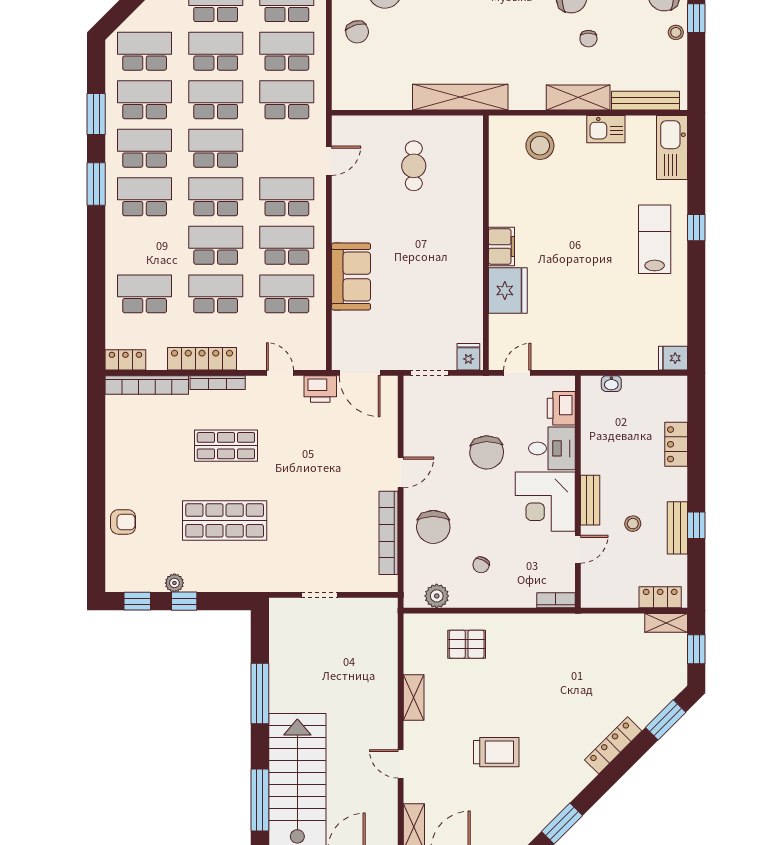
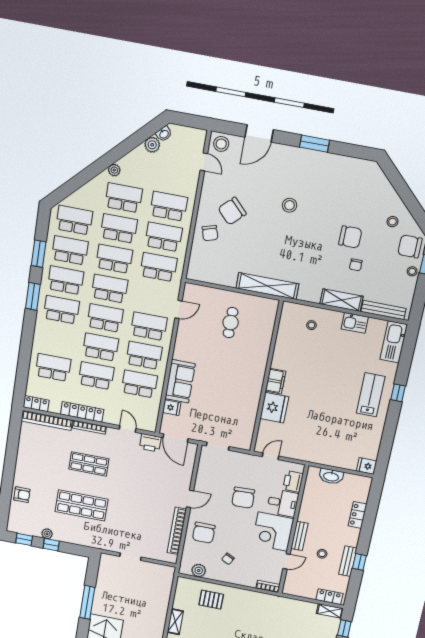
stool: (540, 146) -> (311, 325), width x0.53, depth x0.53
fridge: (468, 357) -> (172, 408), moved, turned 90
washbasin: (611, 384) -> (331, 476), width x1.91, depth x1.45

